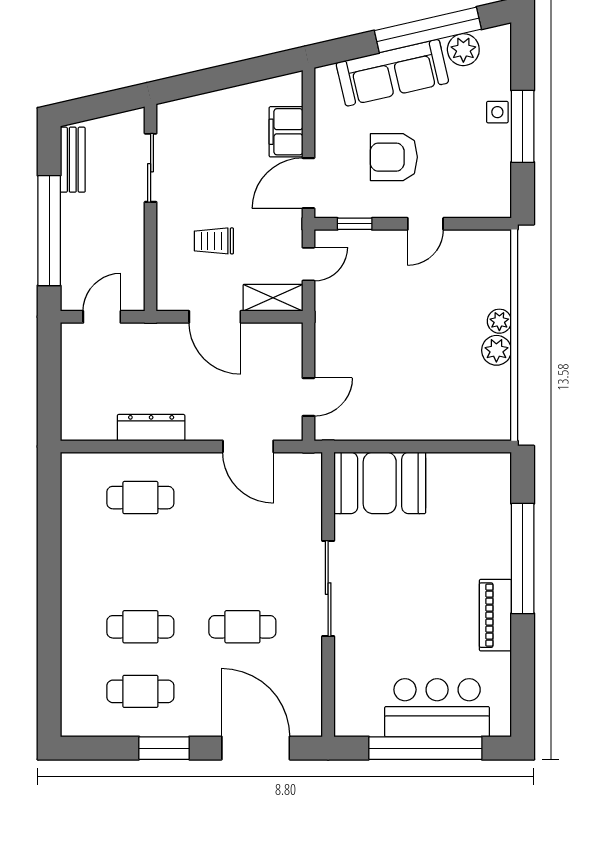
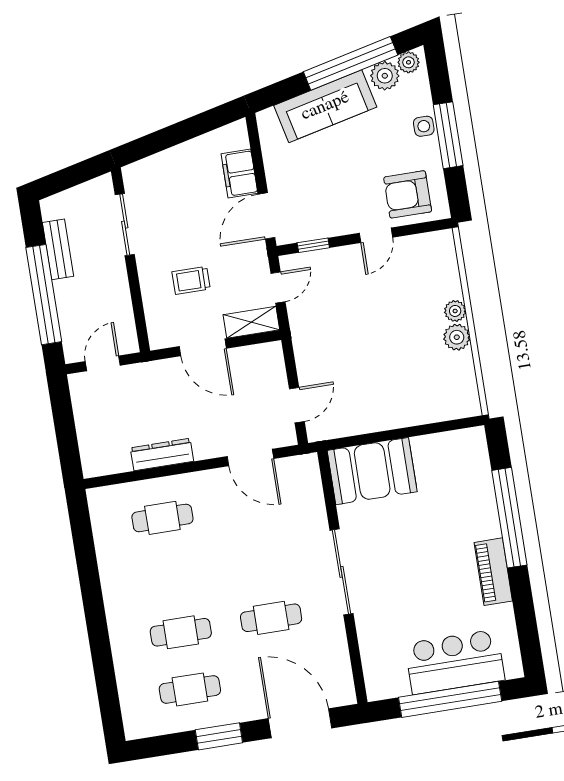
plant: (492, 39) -> (409, 62), added
armchair: (394, 157) -> (408, 194), moved
bench: (73, 160) -> (58, 249), moved

